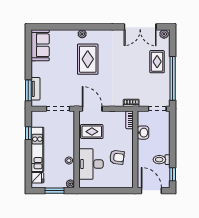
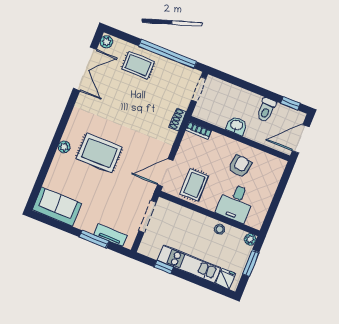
window: (28, 90) -> (94, 239), moved
washbasin: (143, 133) -> (237, 126), moved
desk: (91, 164) -> (235, 203), width x0.73

